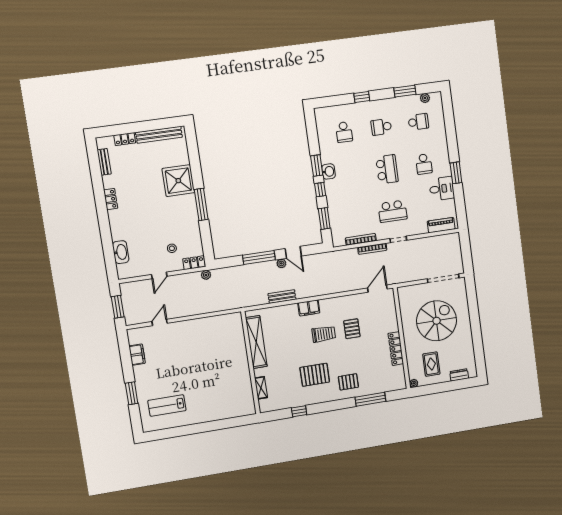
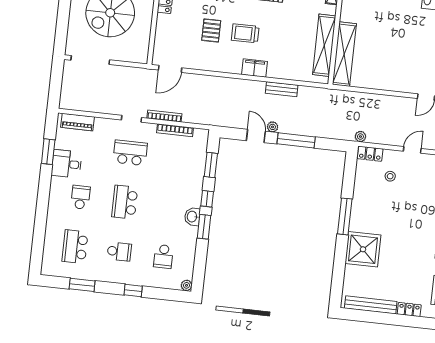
plant: (425, 98) -> (186, 285), moved
school desk: (418, 122) -> (75, 247), width x1.85
school desk: (344, 132) -> (163, 256), turned 180
window: (456, 173) -> (48, 152), moved
shelving: (238, 339) -> (344, 54), added

